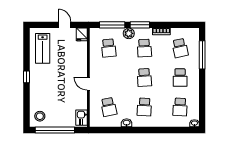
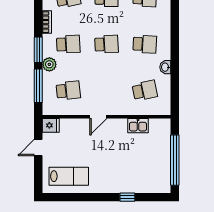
window: (26, 77) -> (127, 197), moved
door: (88, 84) -> (98, 117), moved
stool: (40, 116) -> (157, 180), removed
kitchen sink: (82, 118) -> (138, 126), moved

